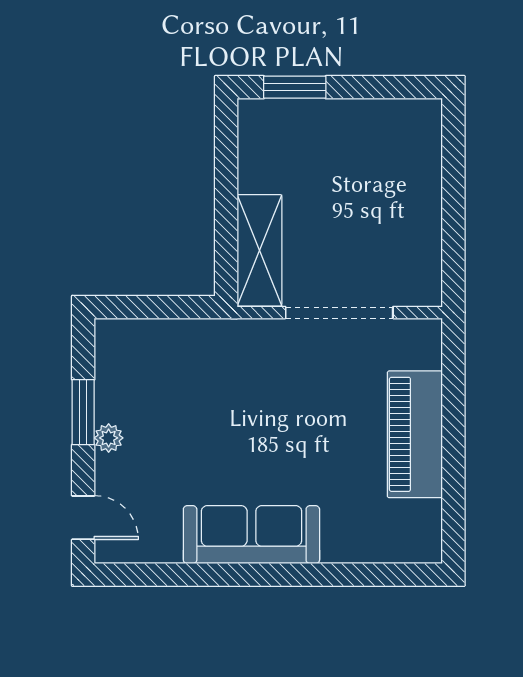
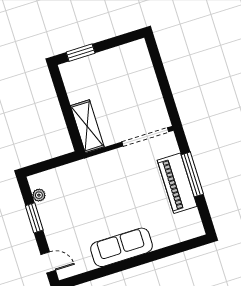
doorway: (339, 313) -> (145, 137), moved
window: (453, 425) -> (192, 174), added
plant: (109, 438) -> (39, 195), moved

